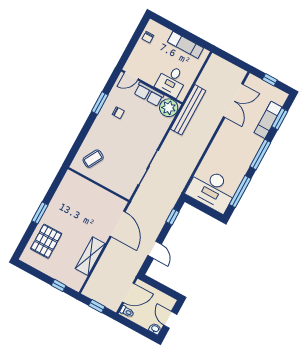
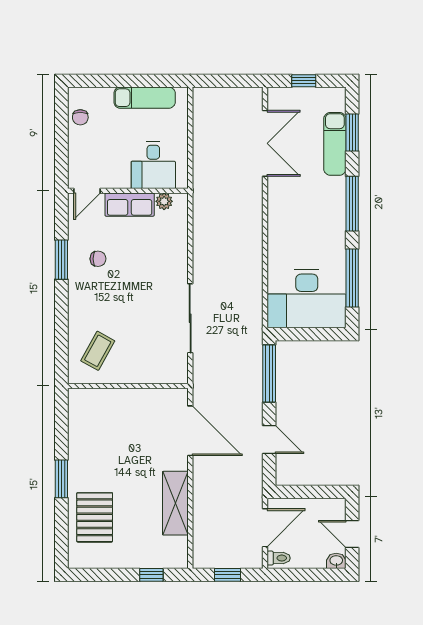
plant: (169, 108) -> (164, 201), width x0.53, depth x0.53
bench: (188, 110) -> (203, 196), removed
window: (173, 217) -> (269, 374), width x2.17

